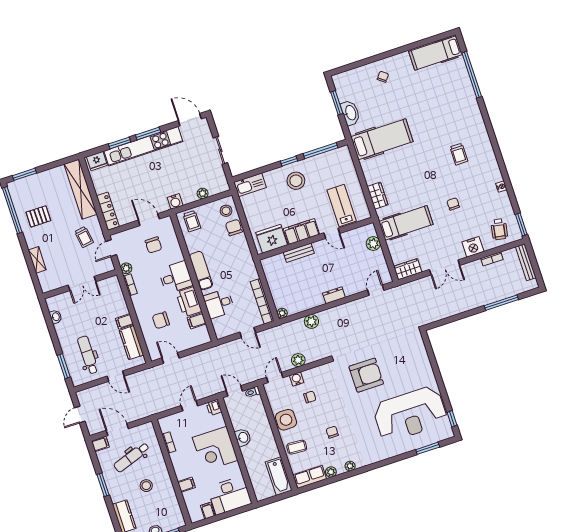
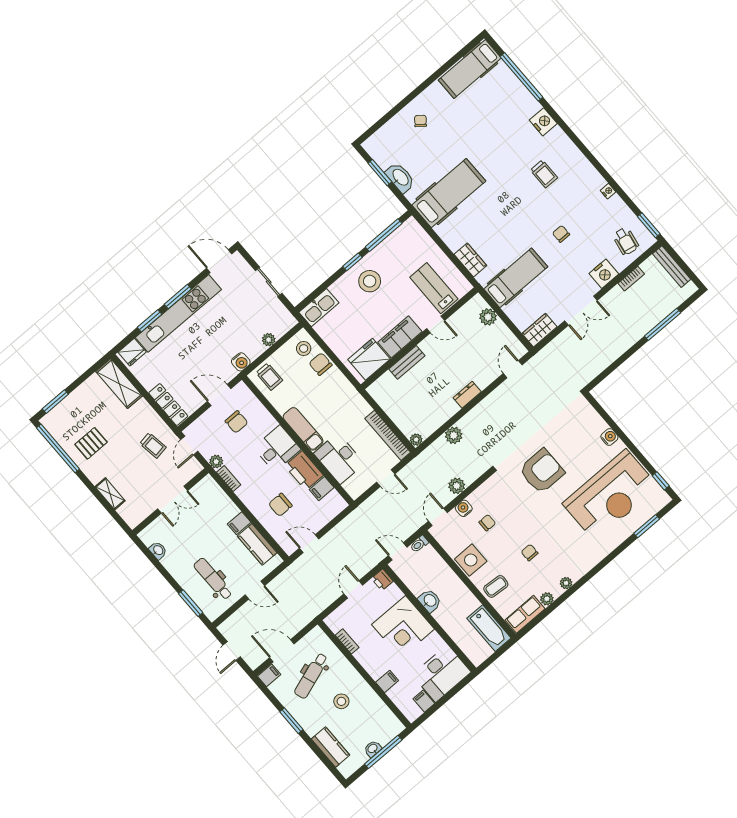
nightstand: (474, 115) -> (543, 122), added
shelving: (81, 189) -> (119, 384), width x0.68
desk: (219, 304) -> (339, 458), width x1.37
water cooler: (427, 370) -> (609, 437), added

